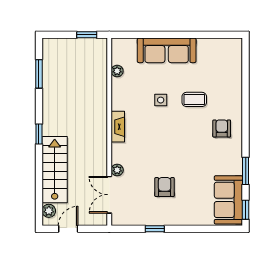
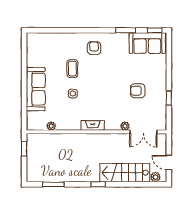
armchair: (222, 128) -> (94, 48), turned 90

